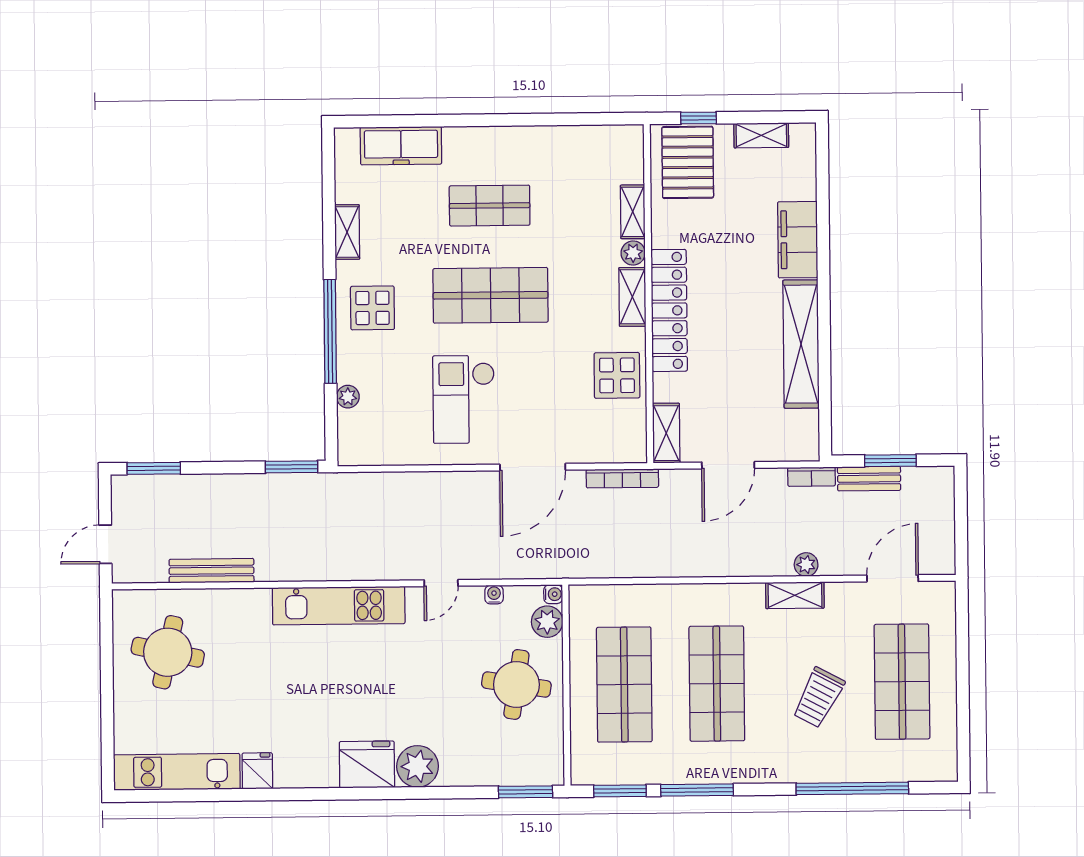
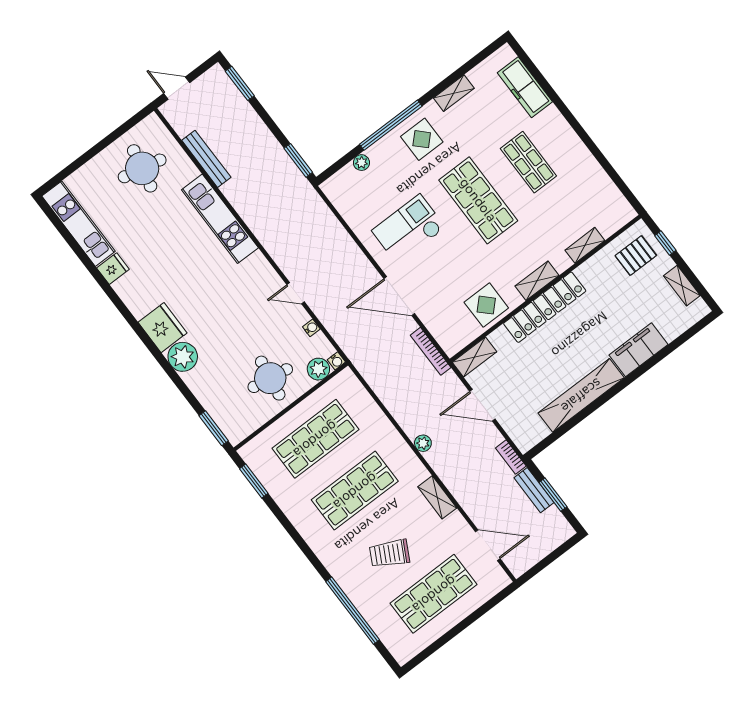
pallet: (688, 162) -> (636, 256), width x0.67, depth x0.71
plant: (633, 253) -> (562, 263), removed
plant: (806, 565) -> (423, 443), moved
kitchen unit: (339, 606) -> (220, 219), moved
window: (697, 790) -> (287, 524), removed

